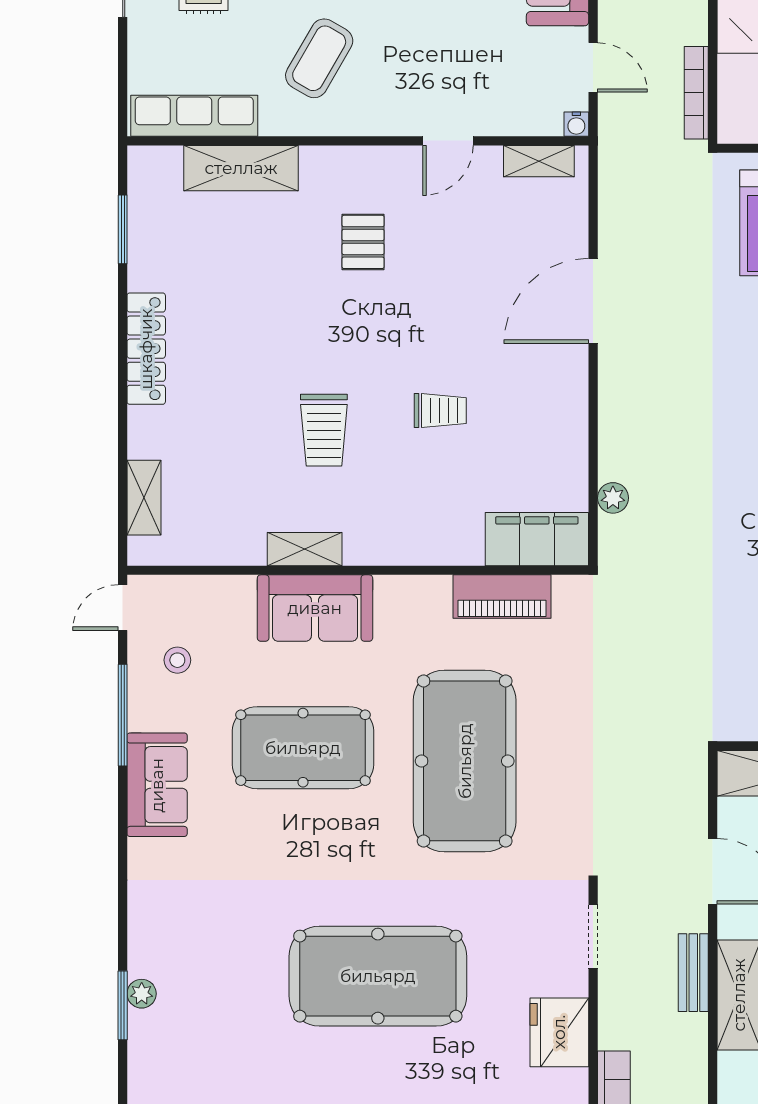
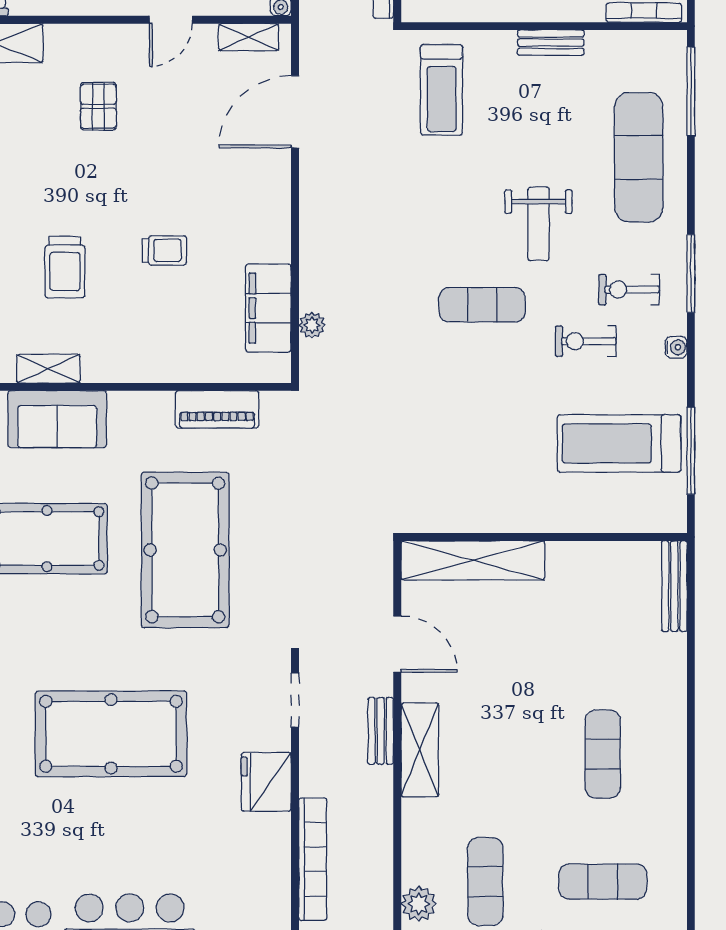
door: (593, 301) -> (295, 112), moved
filing cabinet: (537, 539) -> (268, 308), moved, turned -90

